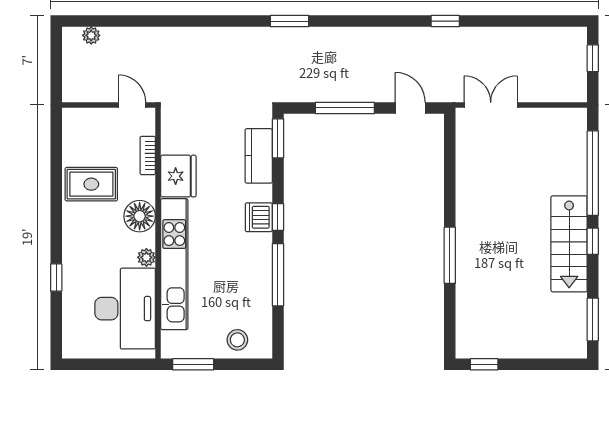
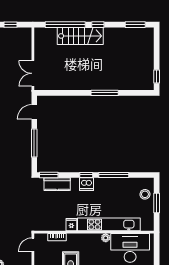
fridge: (178, 176) -> (71, 225), width x0.53, depth x0.75
floor lamp: (140, 216) -> (86, 241), removed
stairs: (569, 244) -> (80, 36), moved
window: (193, 364) -> (157, 203), moved

